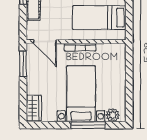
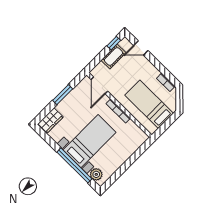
window: (23, 64) -> (63, 95), moved
window: (88, 125) -> (74, 165), width x1.46

